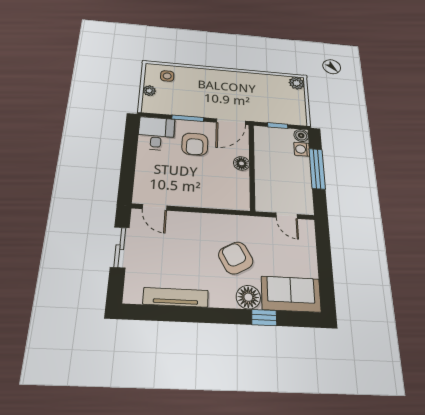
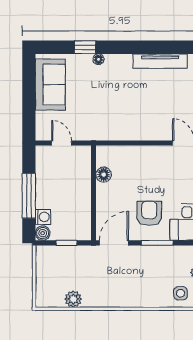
plant: (297, 83) -> (73, 299), moved
floor lamp: (242, 163) -> (104, 175), moved
armchair: (236, 258) -> (109, 99), removed
sofa: (291, 294) -> (50, 85), moved, turned -90
floor lamp: (248, 297) -> (98, 59), width x0.53, depth x0.53

